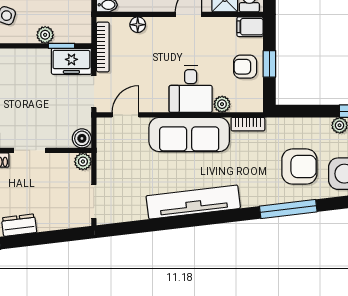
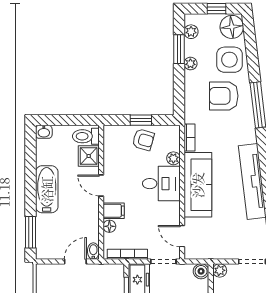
filing cabinet: (250, 27) -> (114, 211), moved, turned -90
armchair: (245, 67) -> (143, 140), turned -74
armchair: (299, 167) -> (224, 96), turned -90

